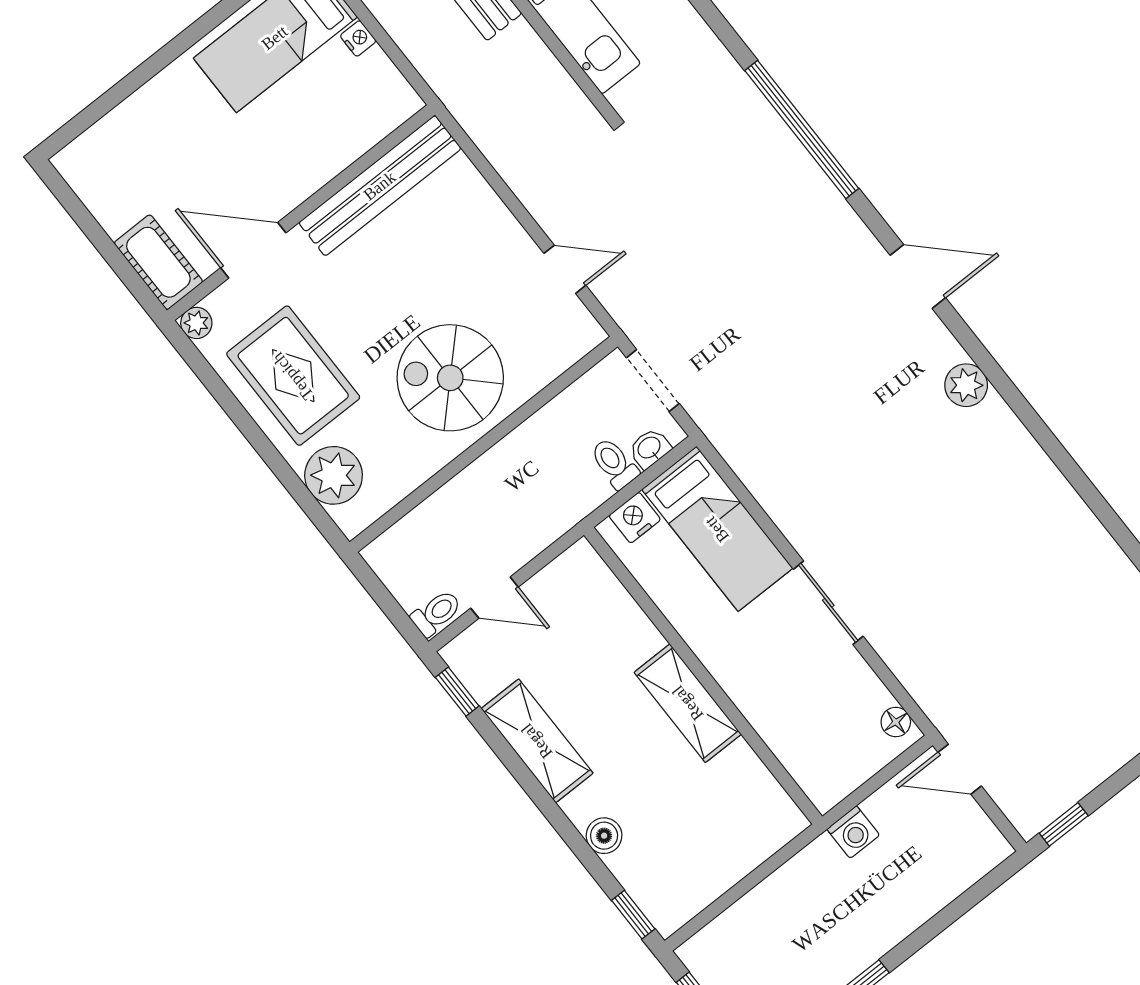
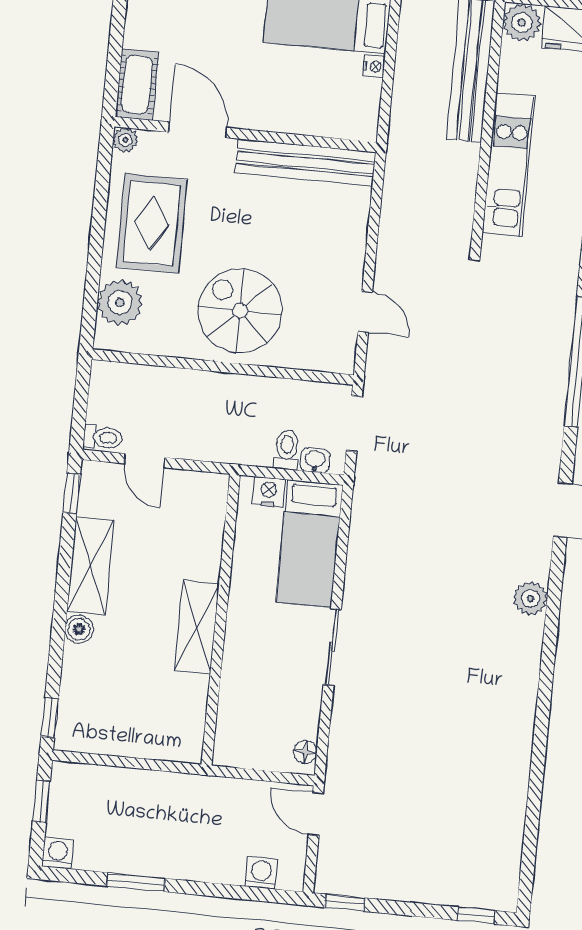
washing machine: (853, 832) -> (261, 873), moved, turned 180
boiler: (604, 836) -> (79, 629), moved

